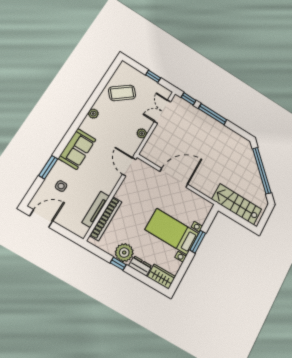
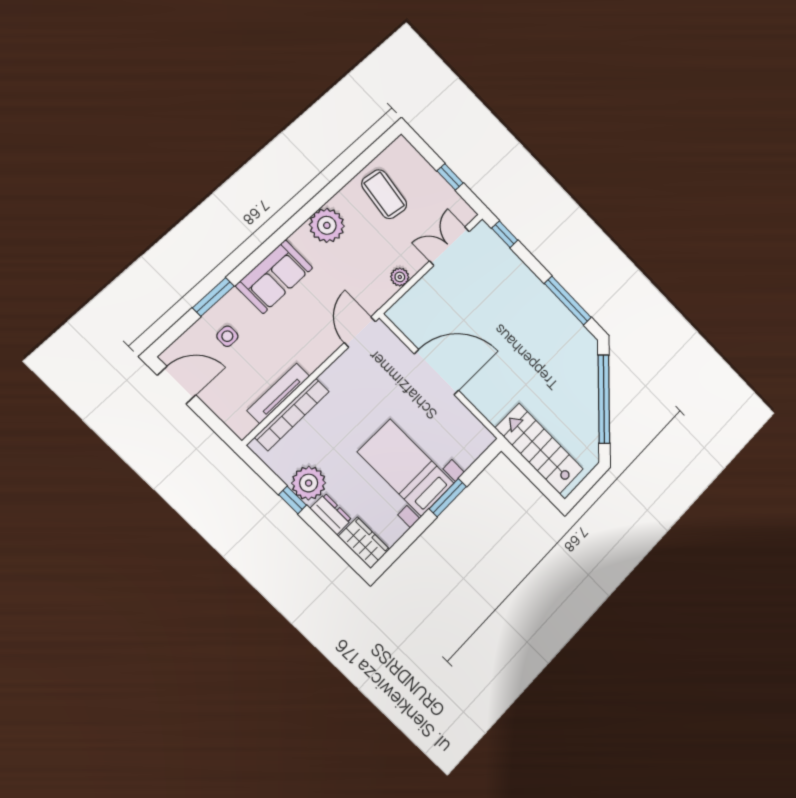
coffee table: (122, 93) -> (384, 194), turned 48
plant: (93, 114) -> (327, 225), width x1.87, depth x1.87
window: (213, 114) -> (568, 300), moved

